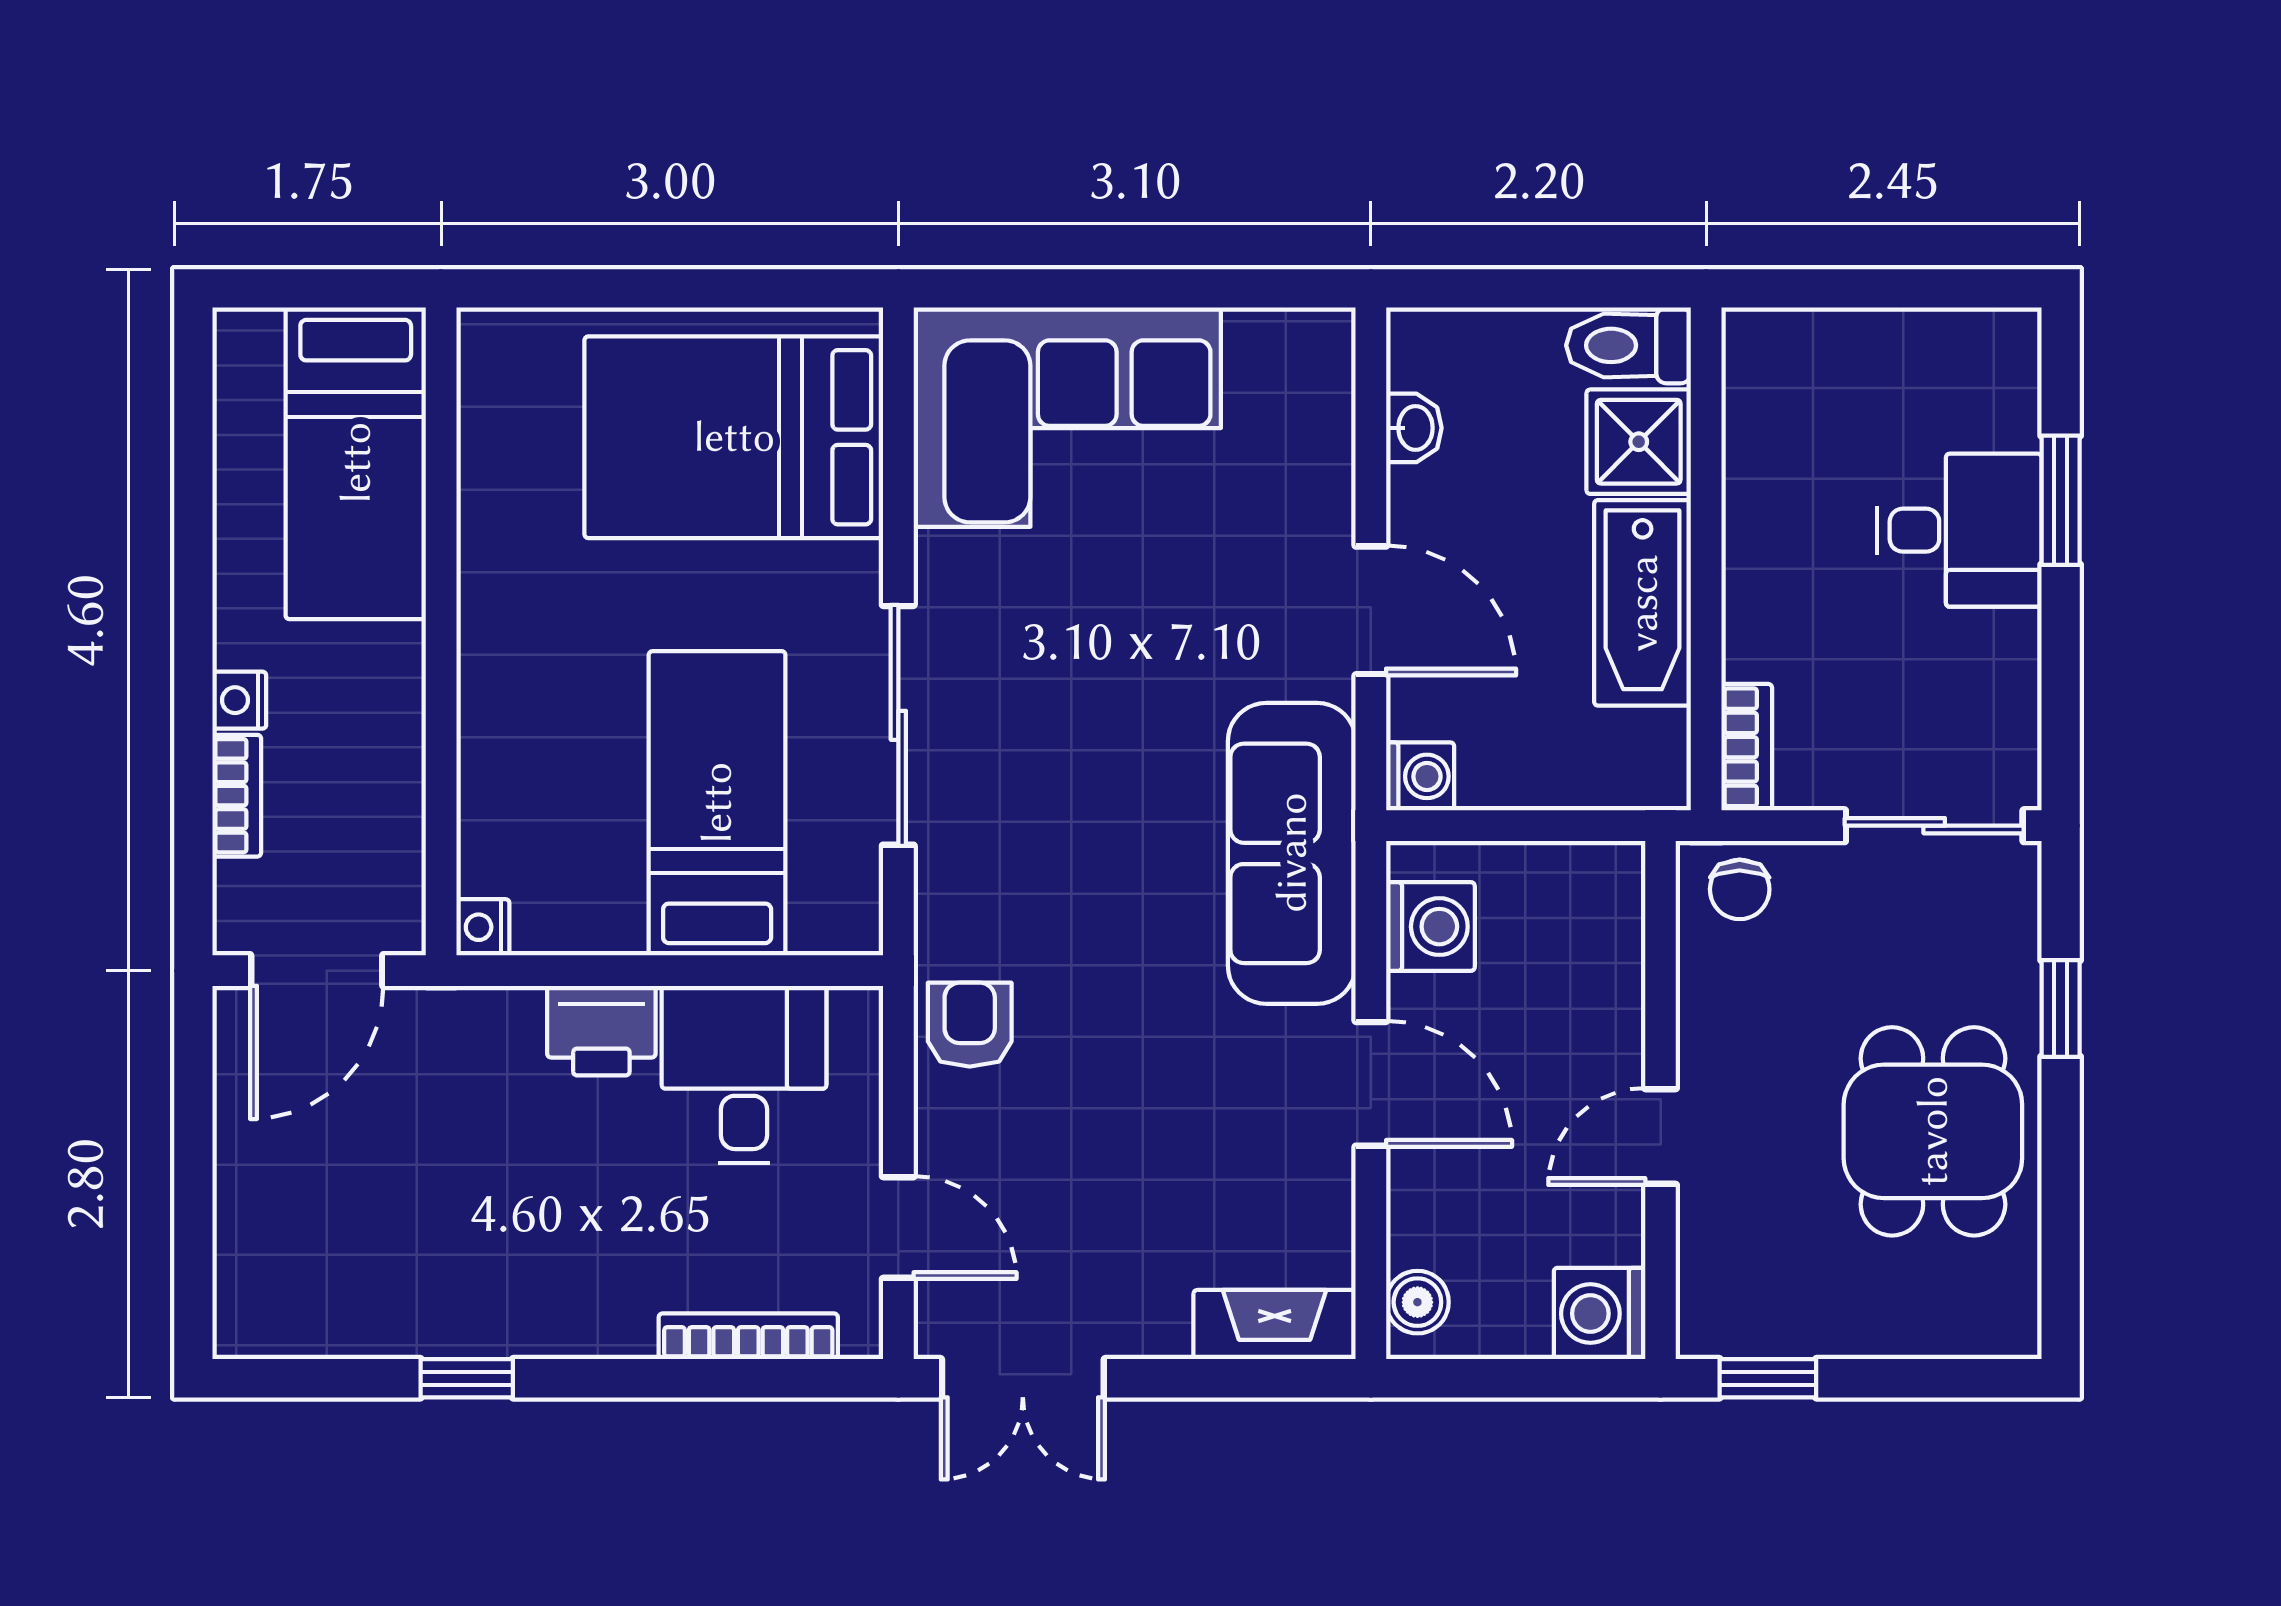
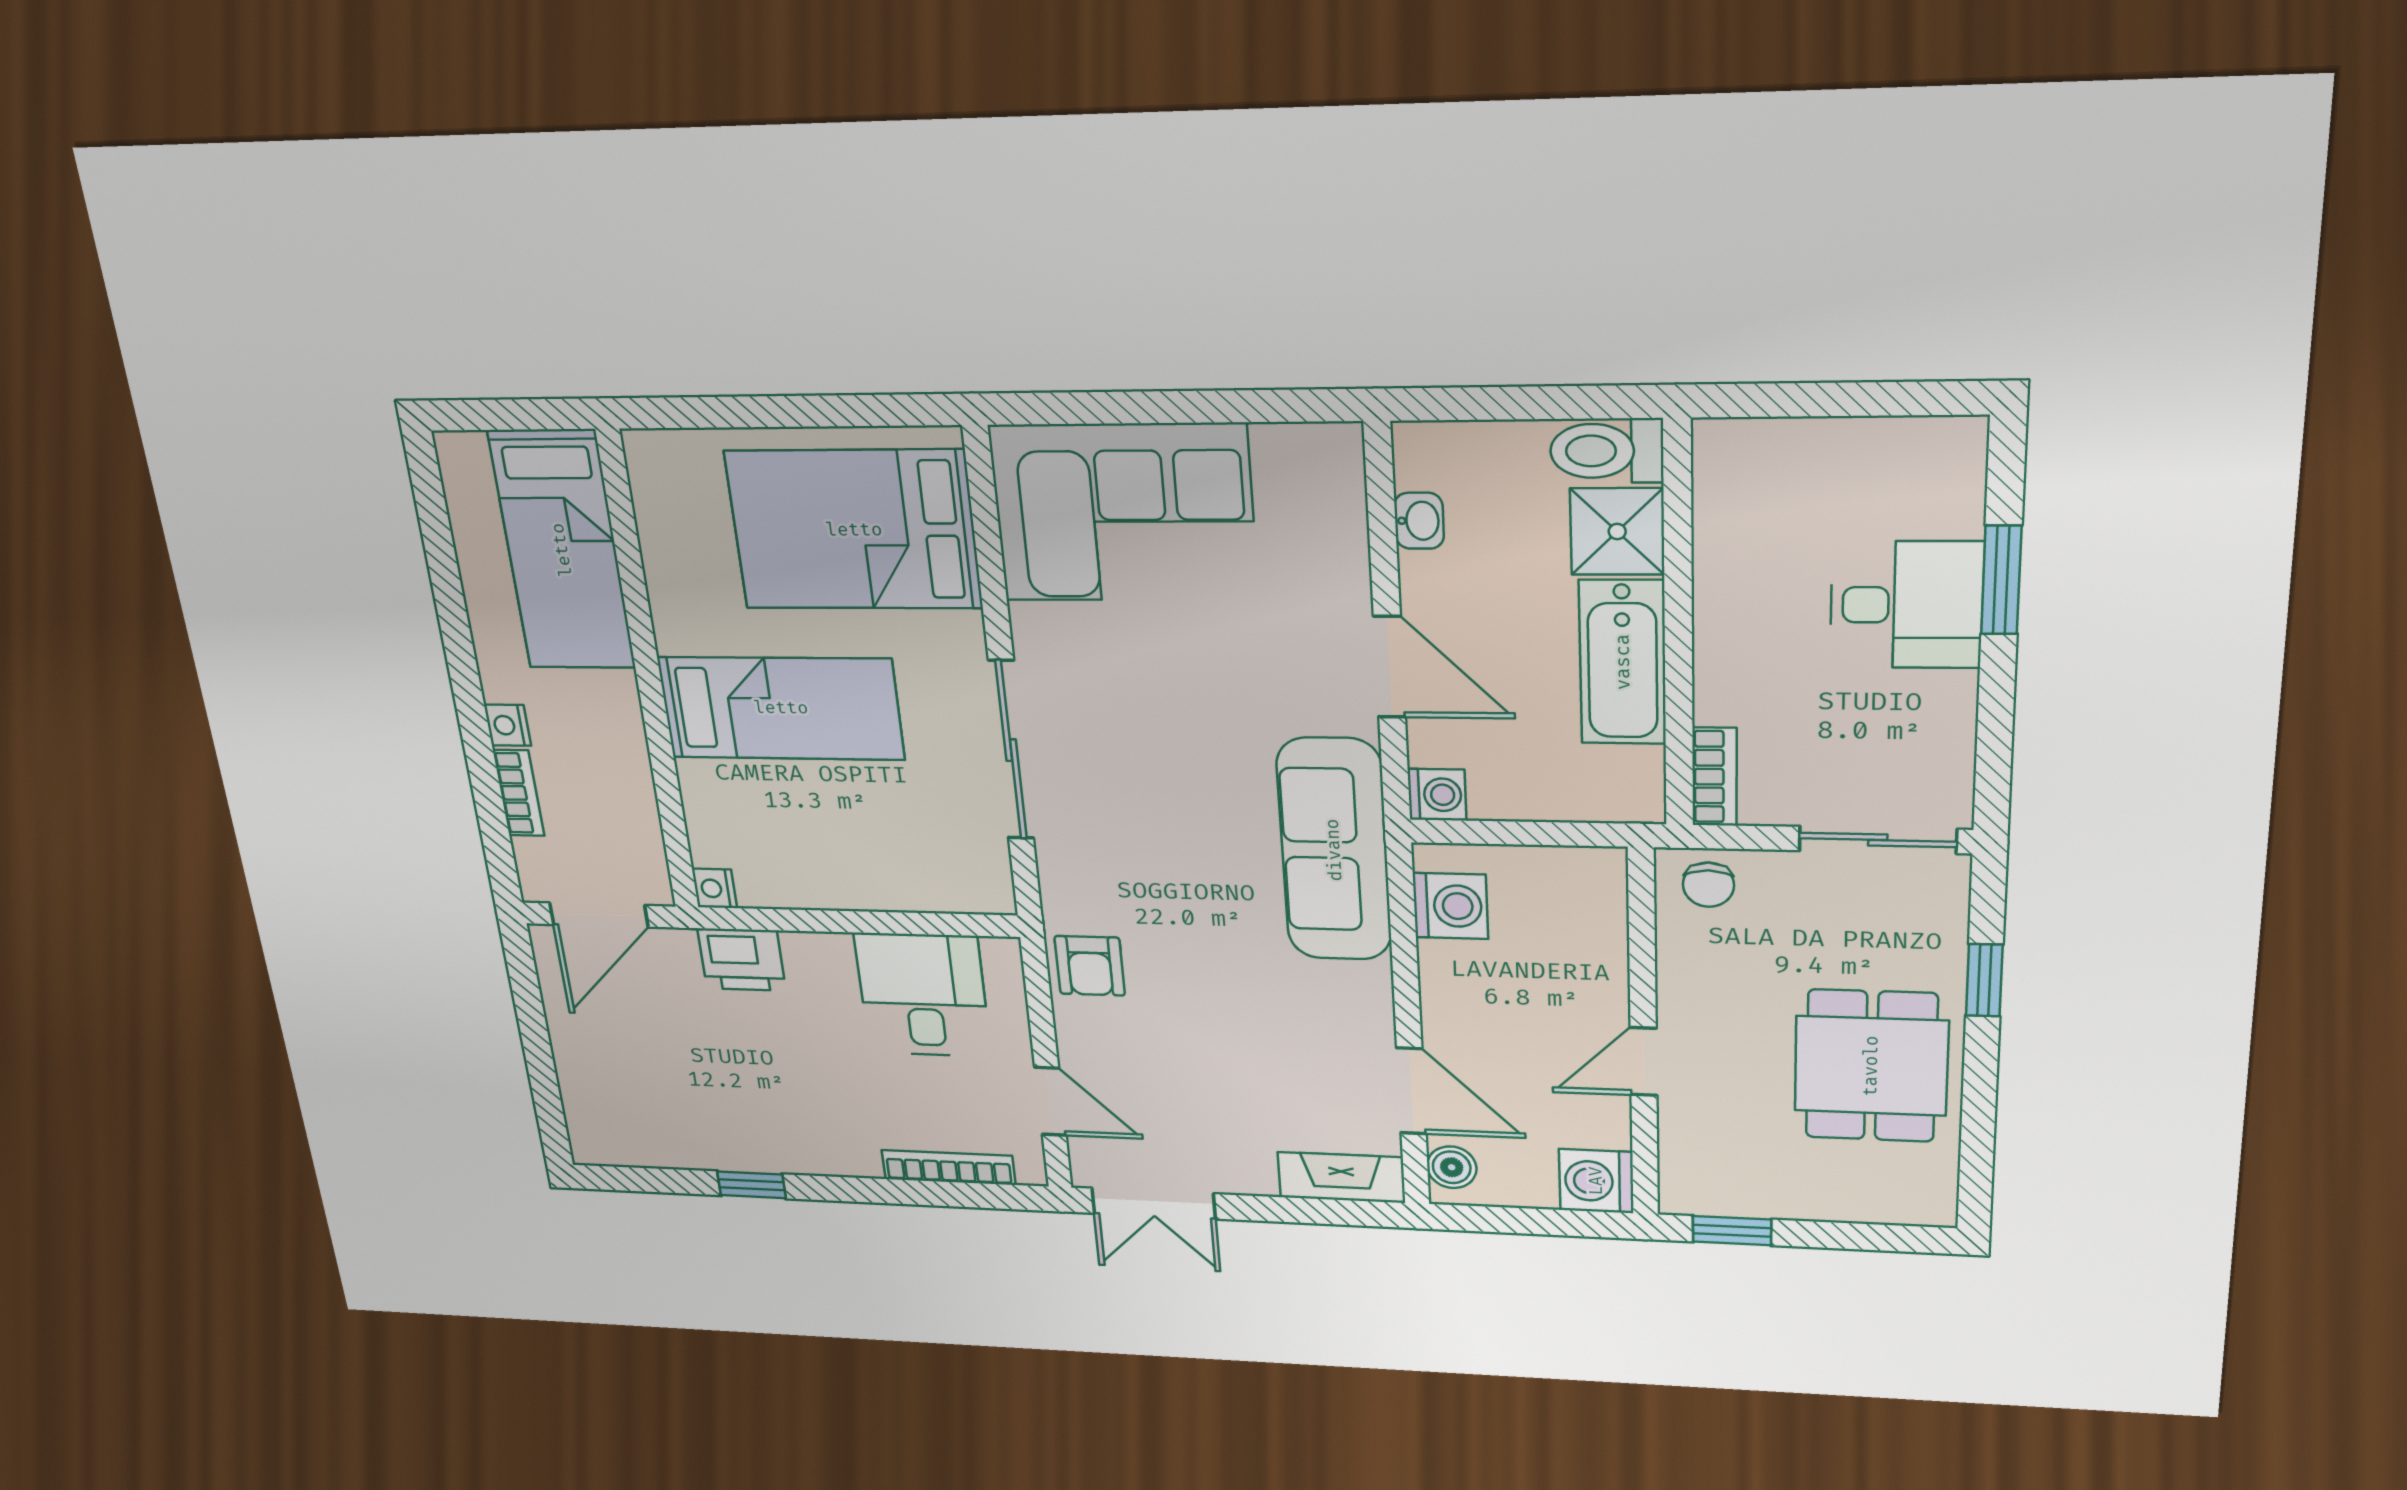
bed: (717, 803) -> (781, 708), moved, turned 90
armchair: (970, 1025) -> (1090, 966), turned 180
printer: (601, 1031) -> (742, 960), moved
door: (1371, 1084) -> (1411, 1091), moved

